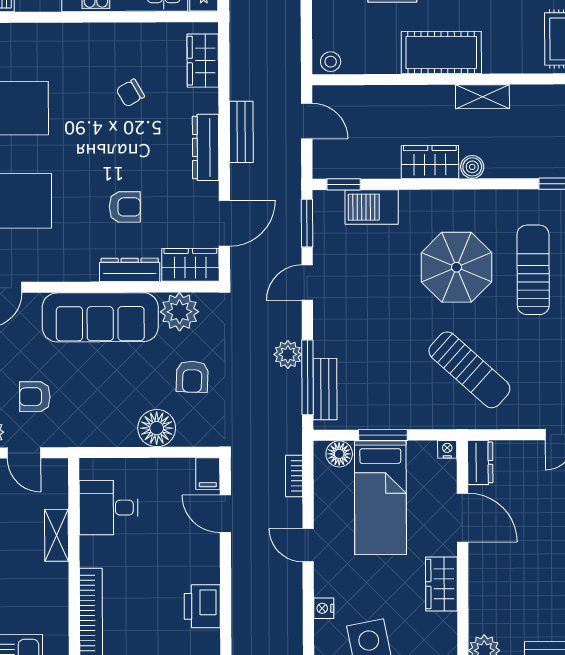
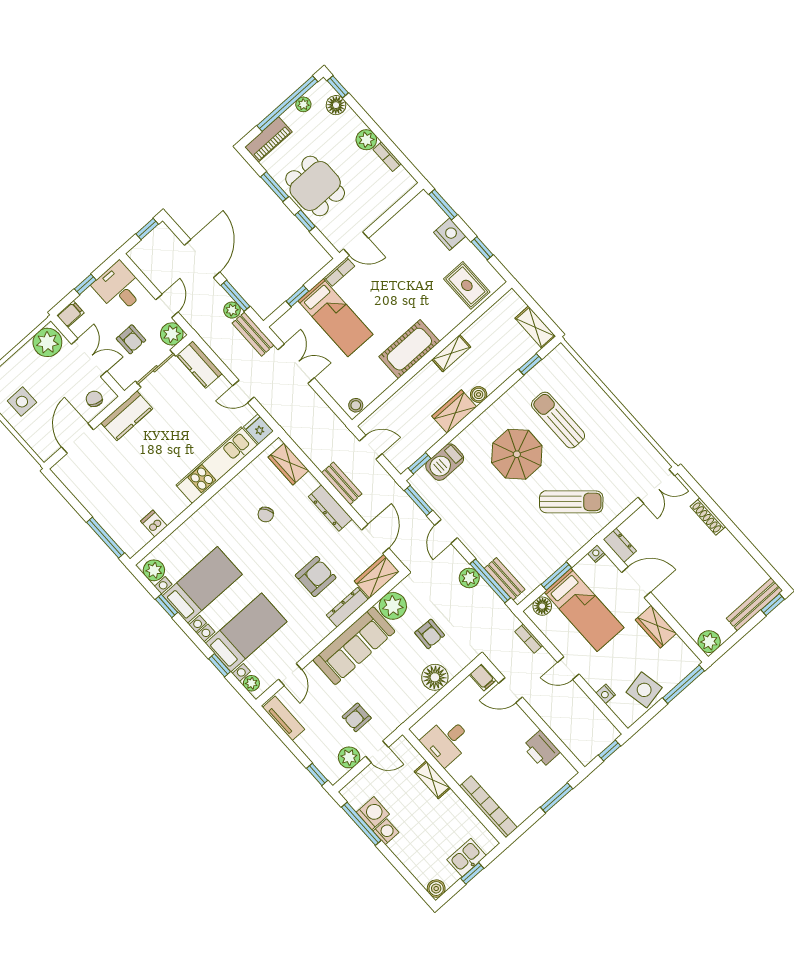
armchair: (125, 207) -> (316, 577), width x1.38, depth x1.38

